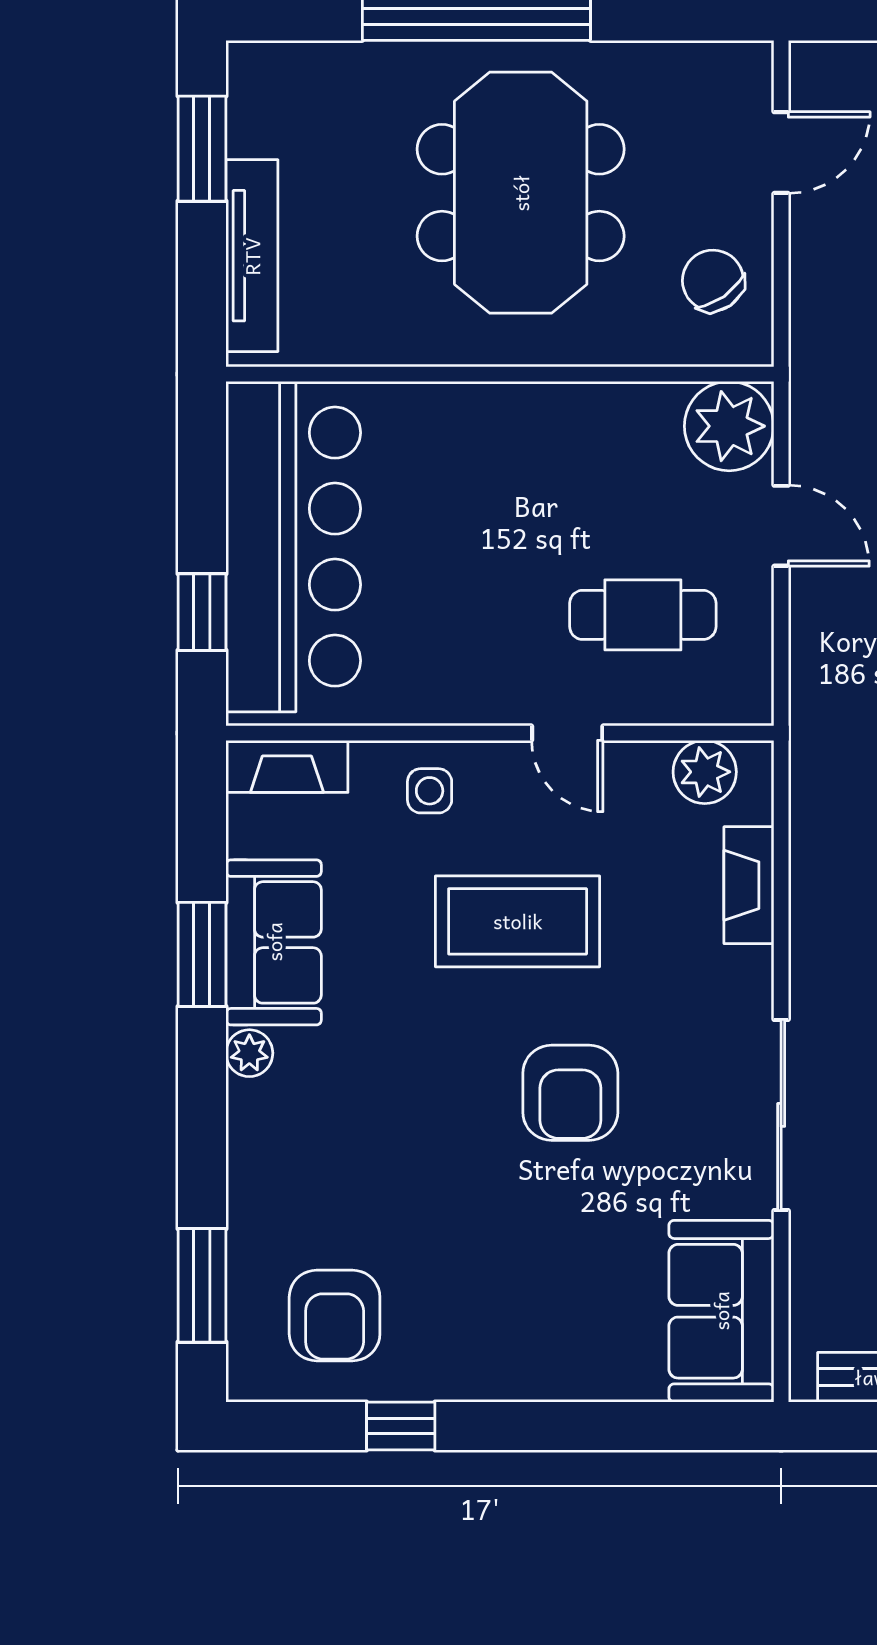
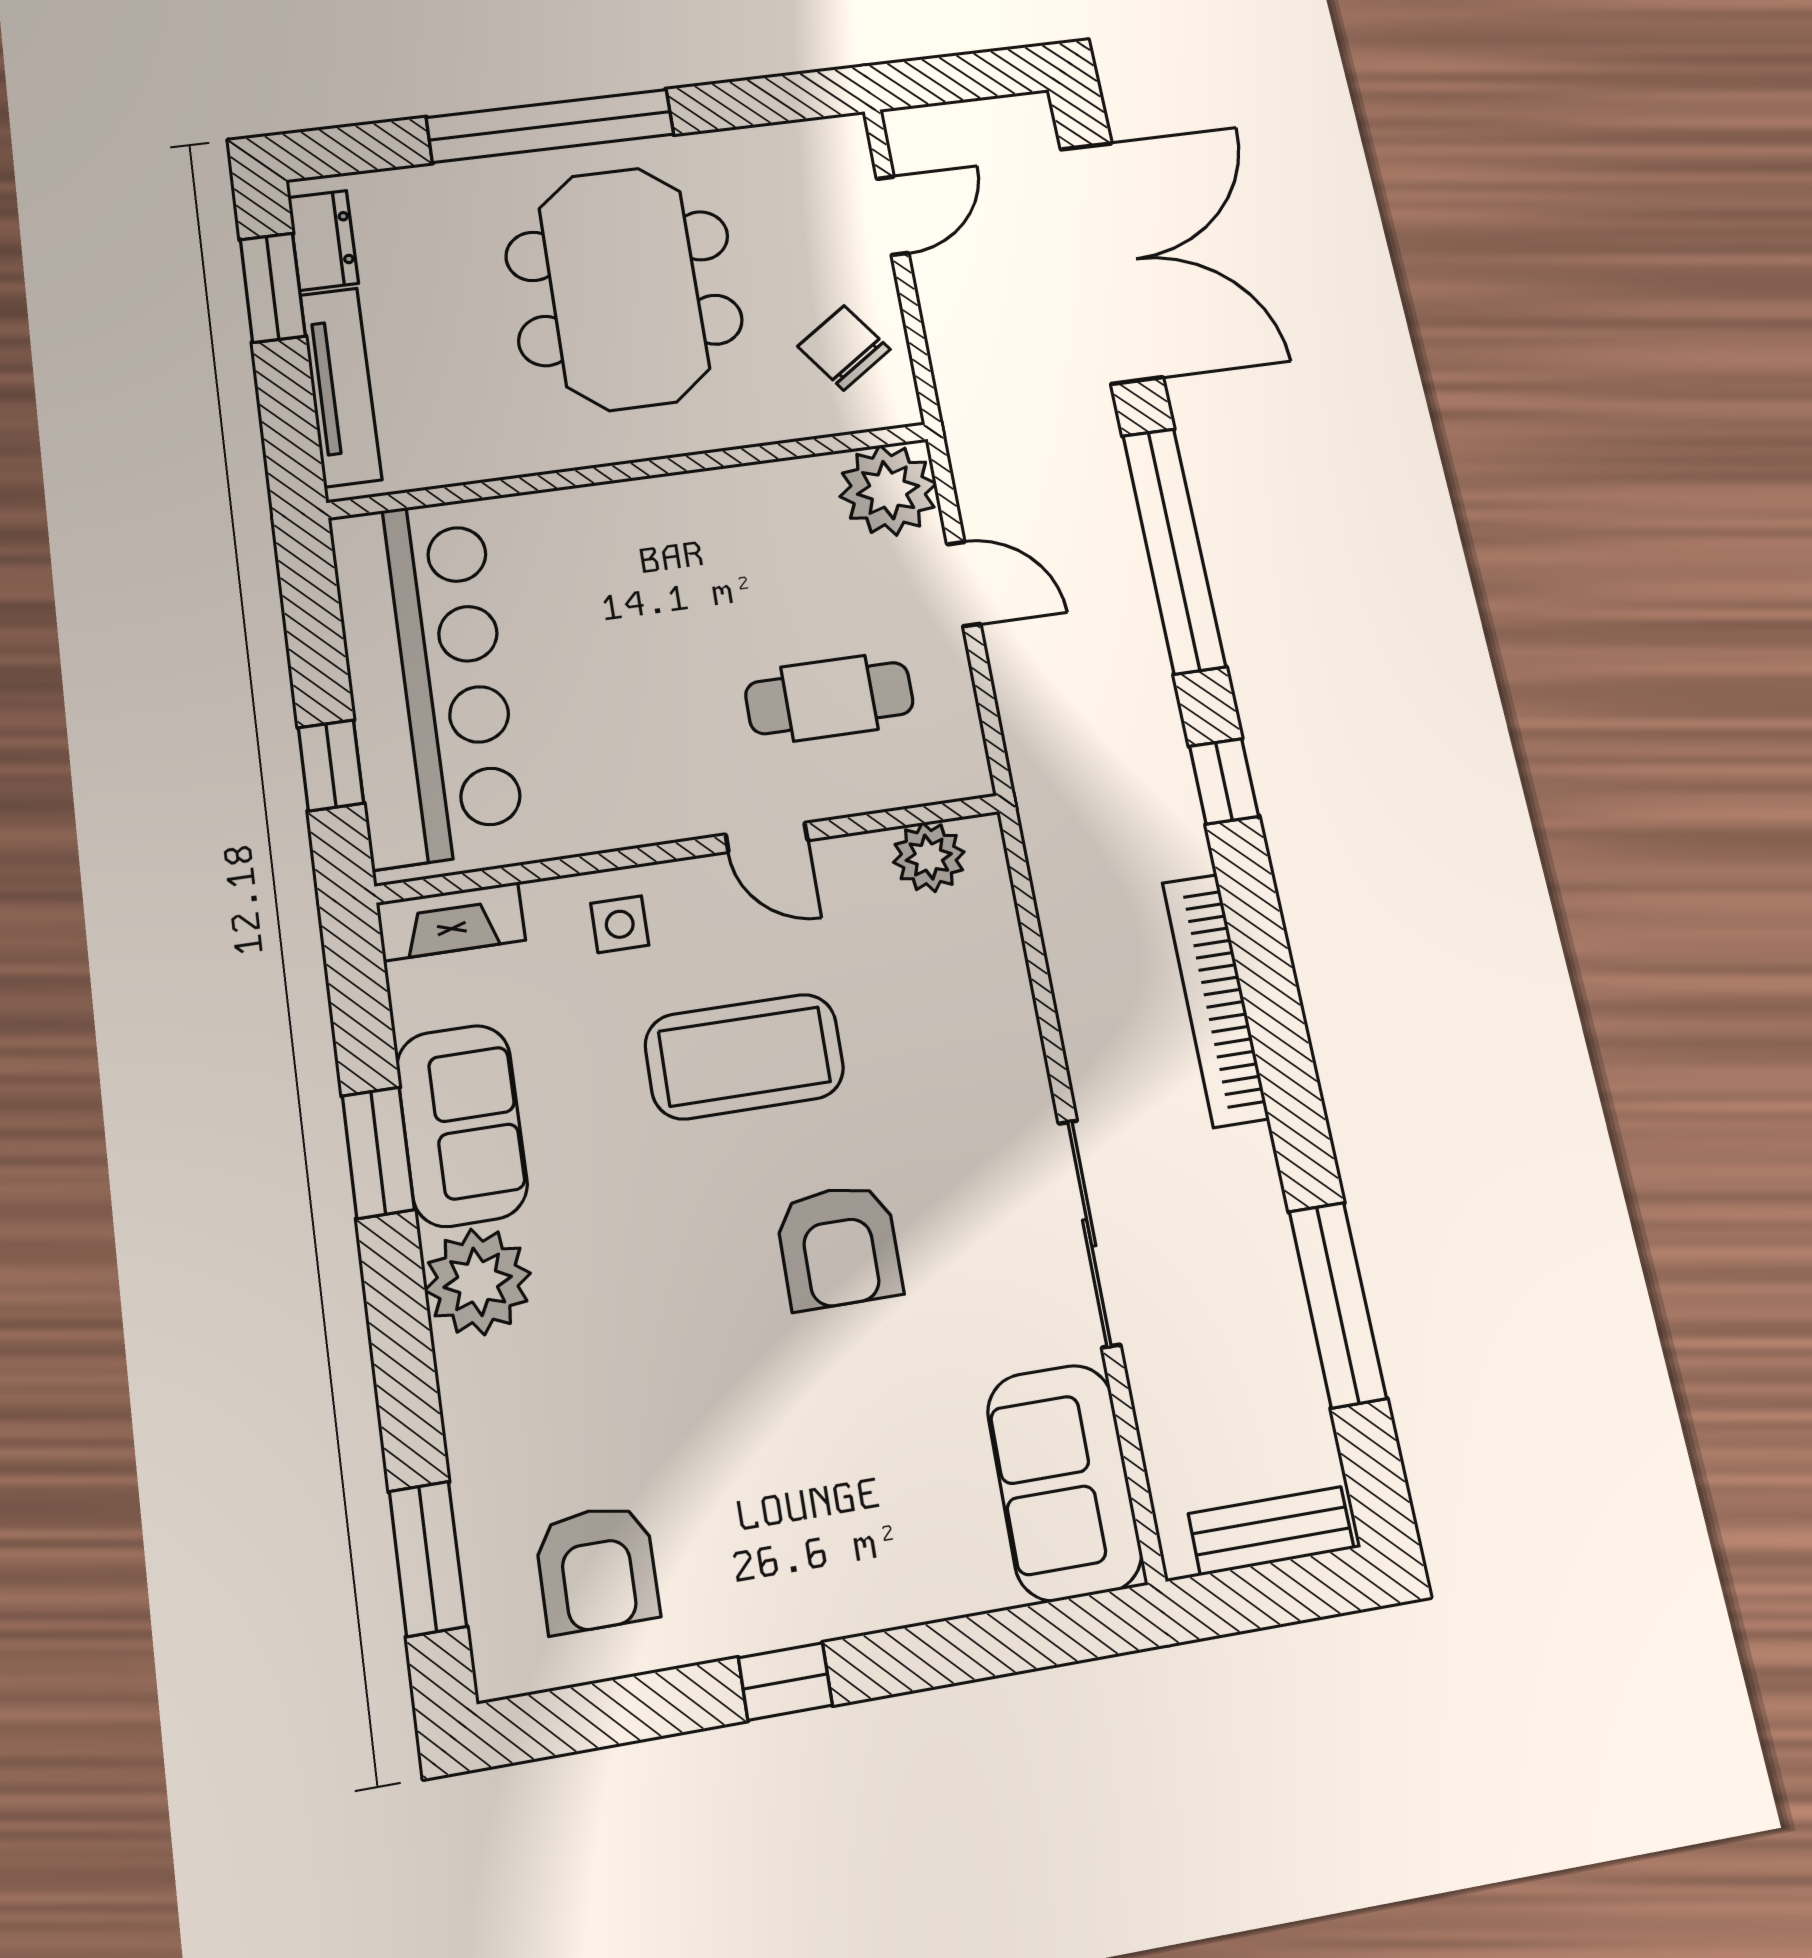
dresser: (253, 107) -> (323, 240), added
fireplace: (749, 885) -> (1002, 975), removed
plant: (249, 1053) -> (478, 1282), width x1.87, depth x1.87
window: (401, 1426) -> (785, 1681), moved

